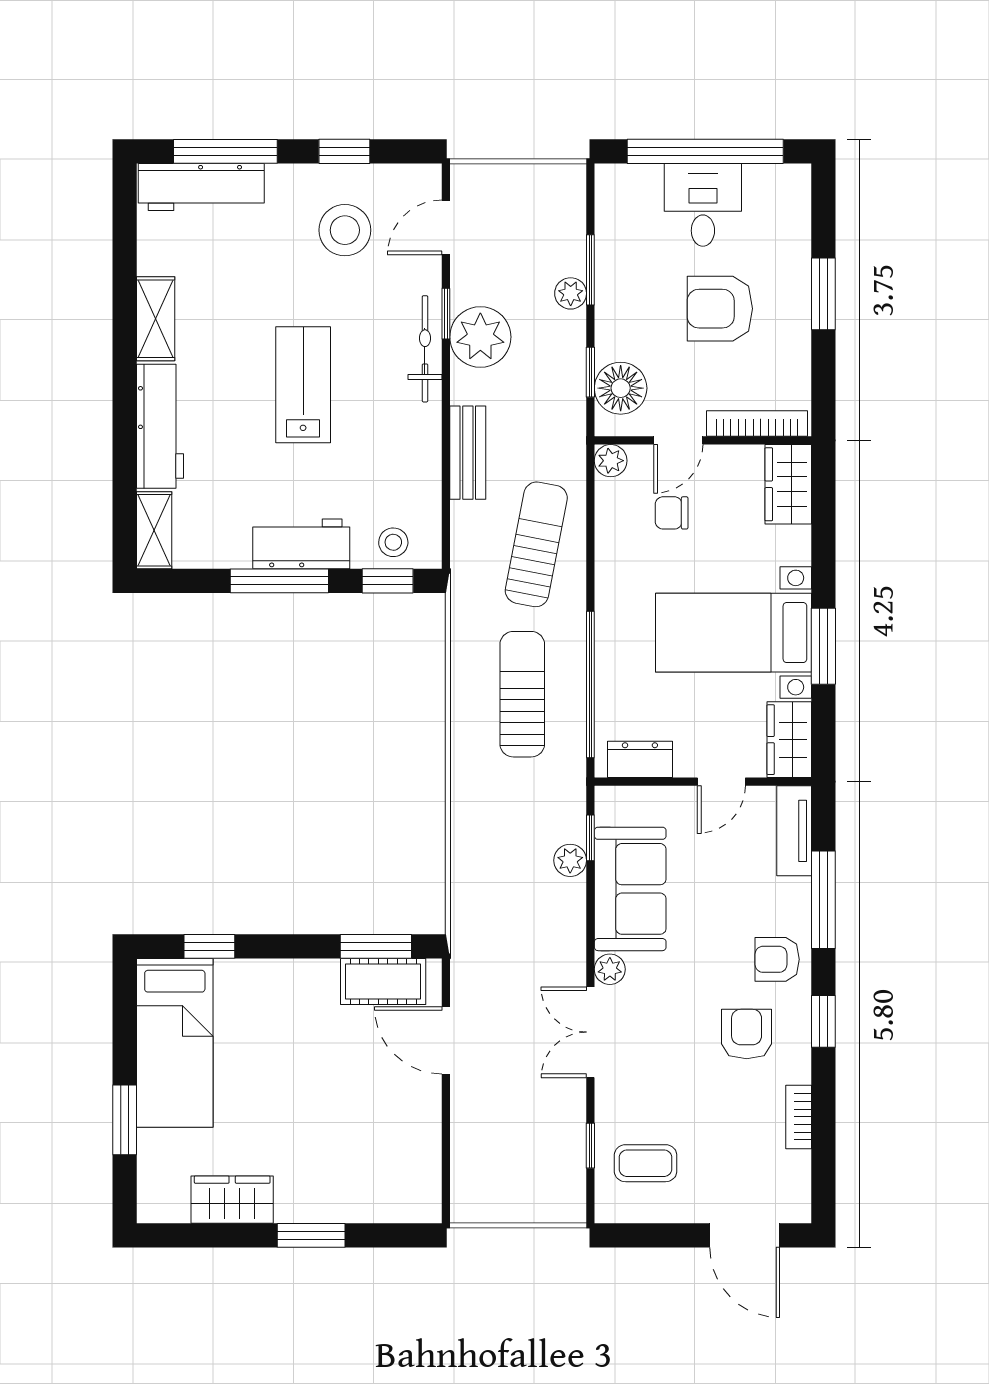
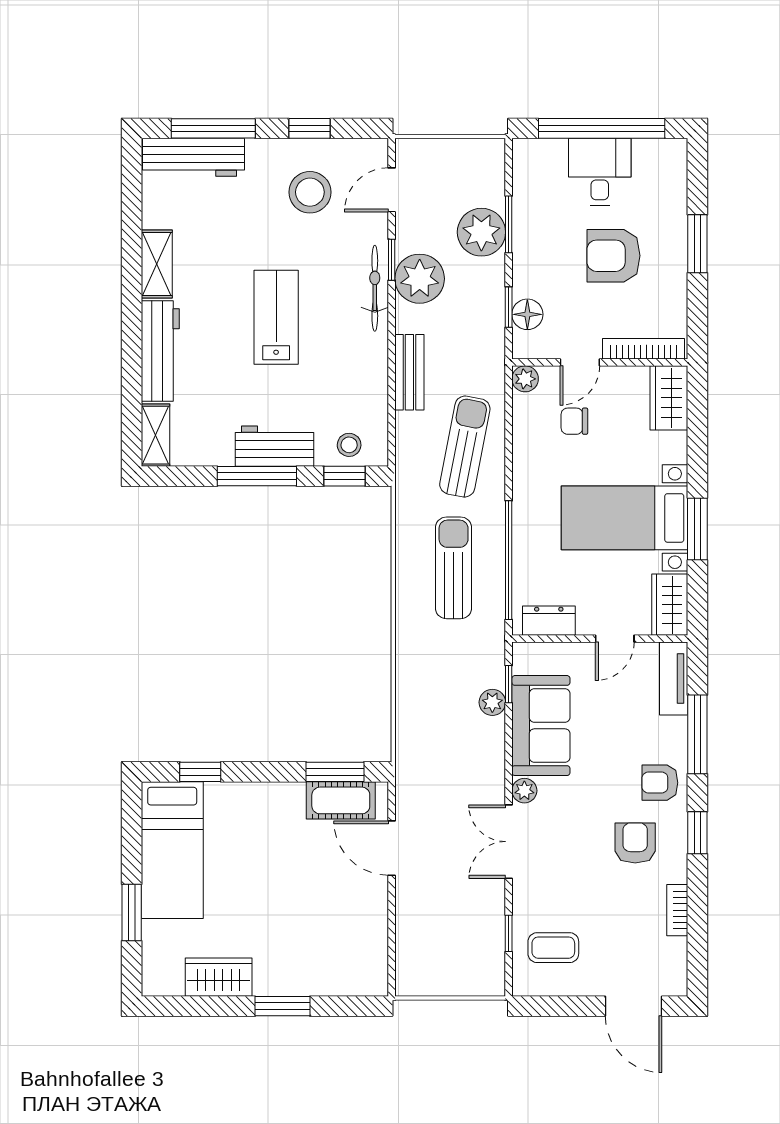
plant: (571, 293) -> (481, 232), width x1.87, depth x1.87
floor lamp: (621, 388) -> (527, 314), width x0.73, depth x0.73

